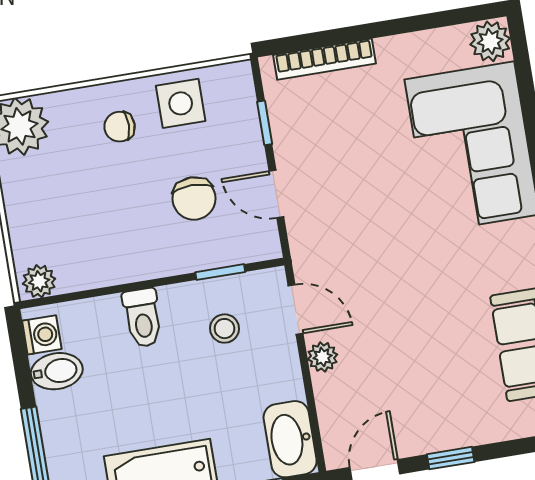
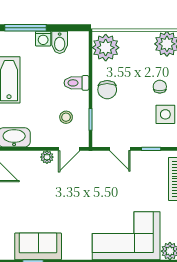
door: (276, 194) -> (120, 149), swing flipped
chair: (194, 198) -> (107, 90), moved, turned -90
plant: (39, 281) -> (106, 48), width x1.87, depth x1.87
washing machine: (42, 335) -> (43, 39), moved

